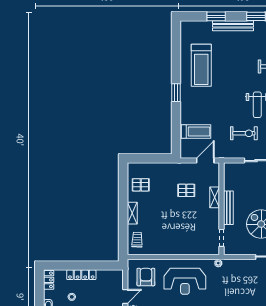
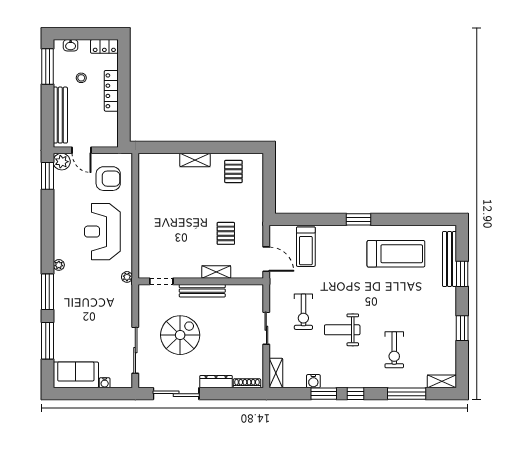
bench: (233, 26) -> (450, 259), moved
treadmill: (201, 65) -> (396, 254), turned 180
trolley: (137, 240) -> (159, 167), removed

